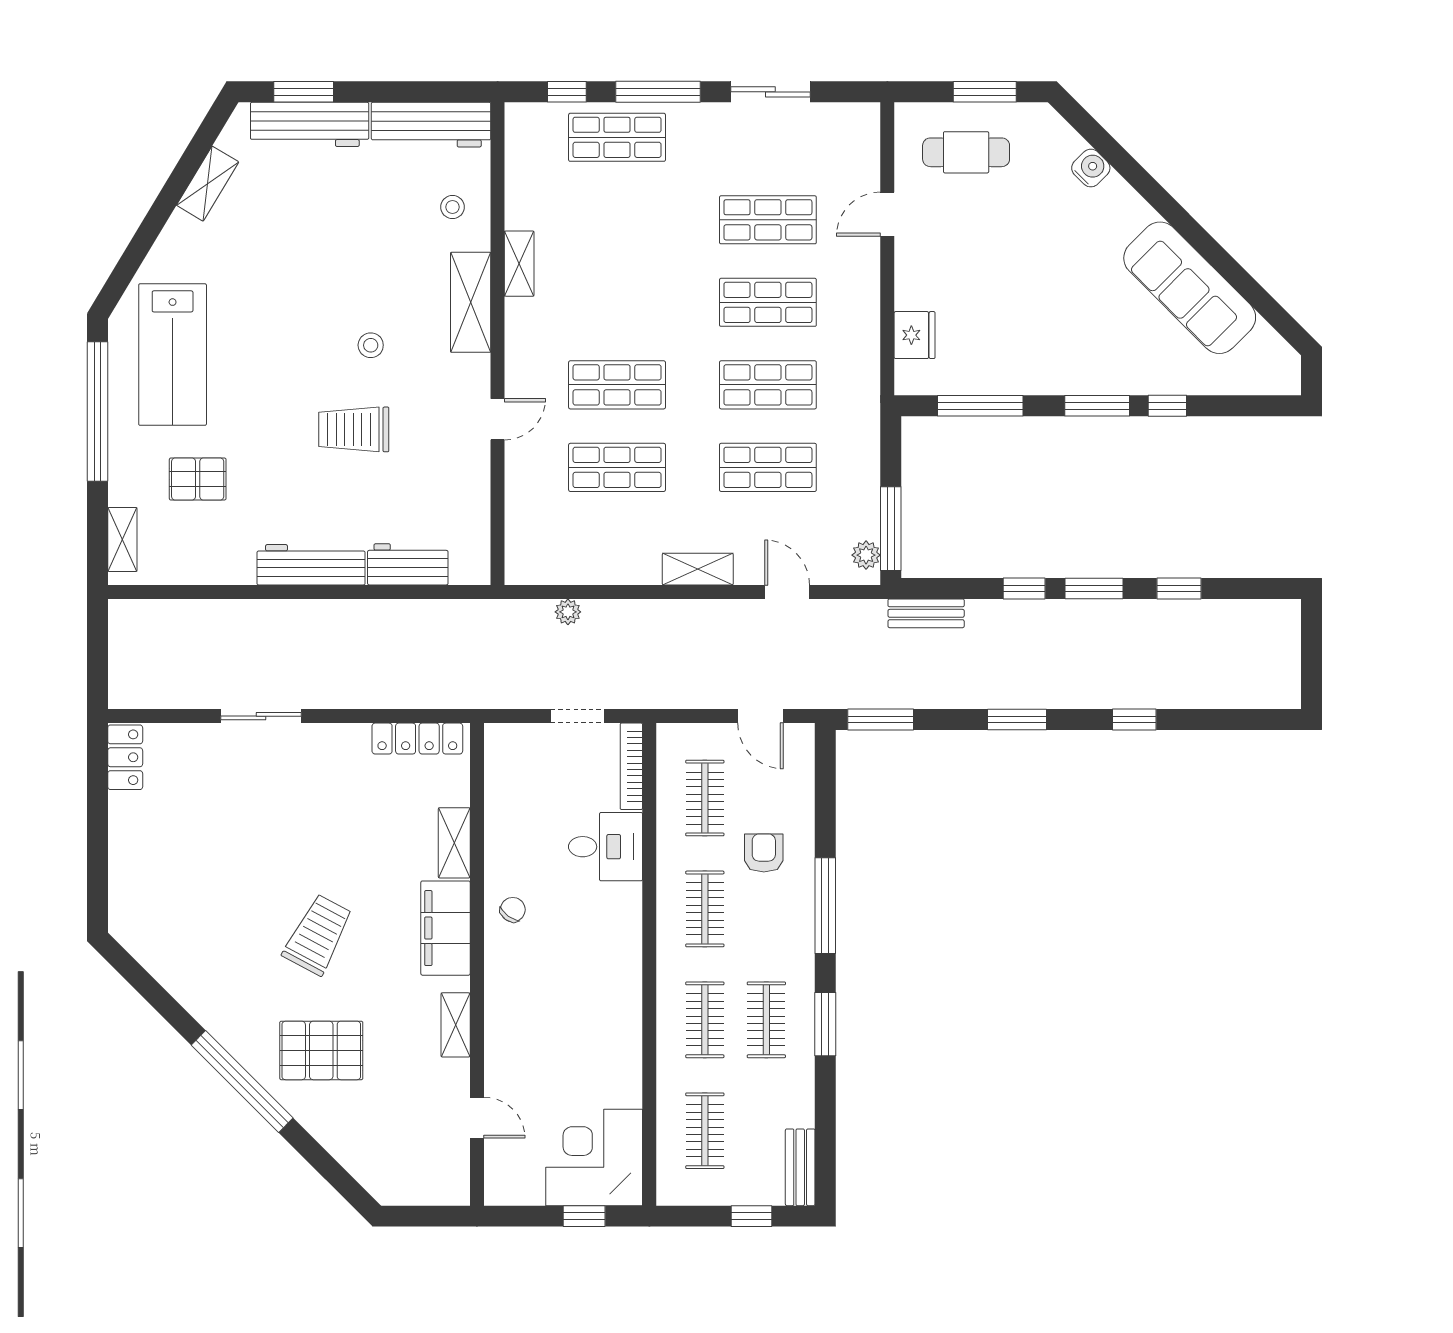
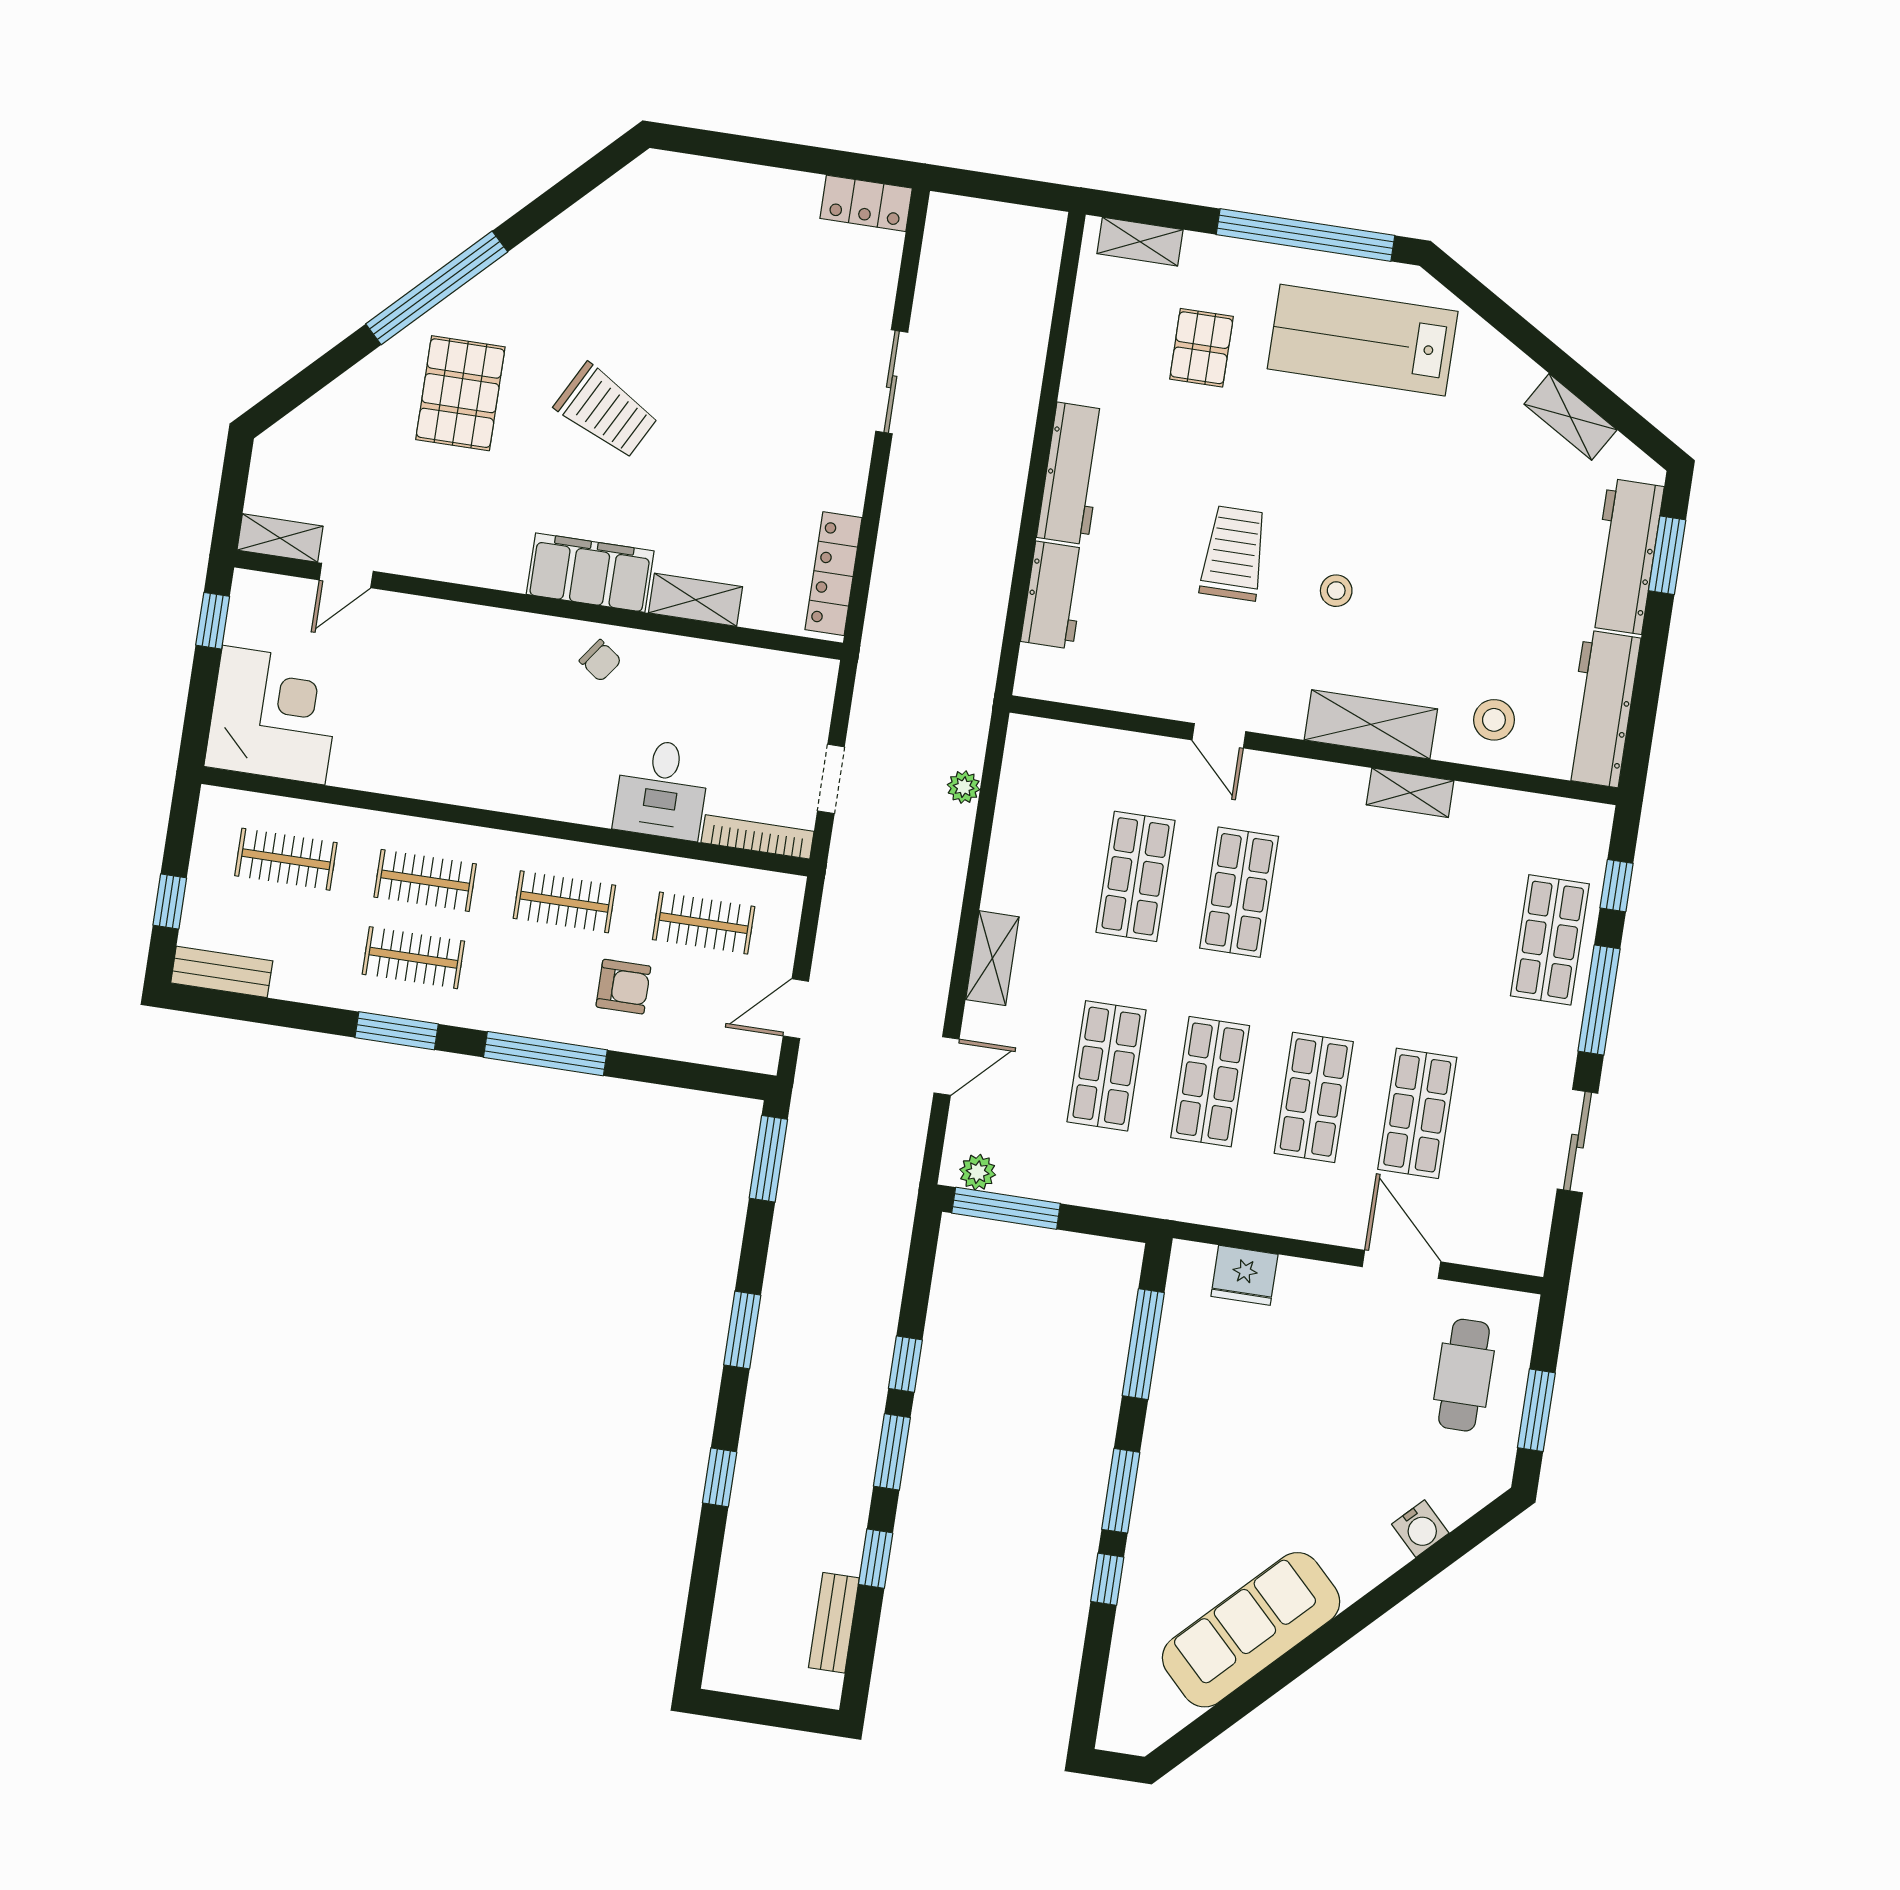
stool: (452, 207) -> (1494, 720), width x1.37, depth x1.37
door: (887, 214) -> (1401, 1264), width x1.38
bench: (926, 613) -> (834, 1623), moved
shelving: (456, 1025) -> (280, 538), moved
window: (584, 1216) -> (213, 621), moved

